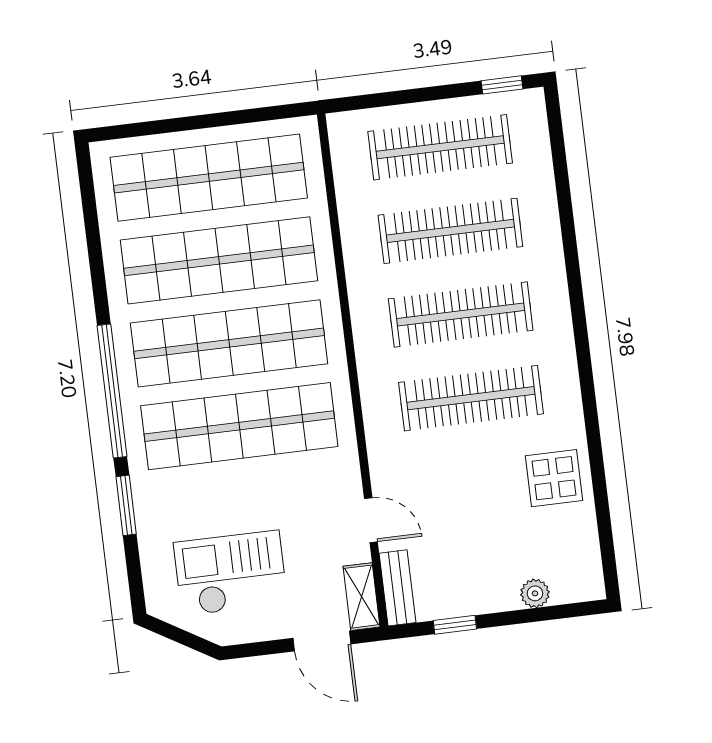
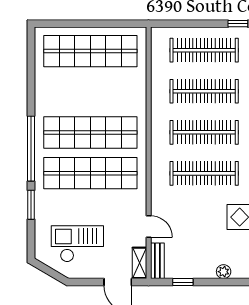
shop shelf: (219, 260) -> (90, 92), removed

